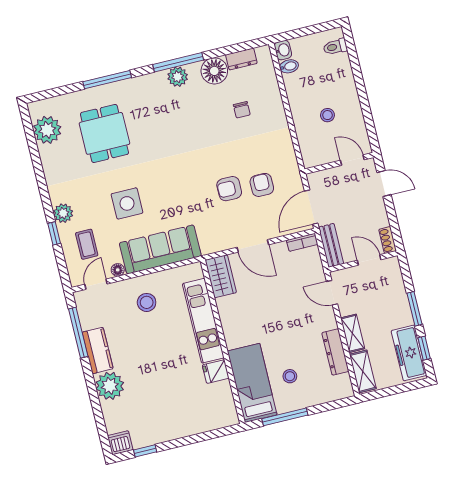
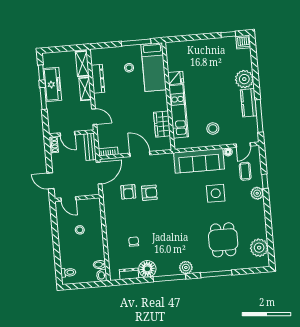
plant: (178, 77) -> (186, 268), moved
wardrobe: (221, 276) -> (162, 124), moved
freezer: (409, 353) -> (52, 84), moved

